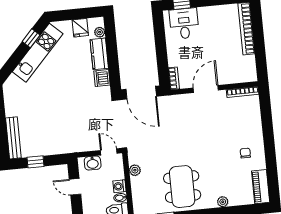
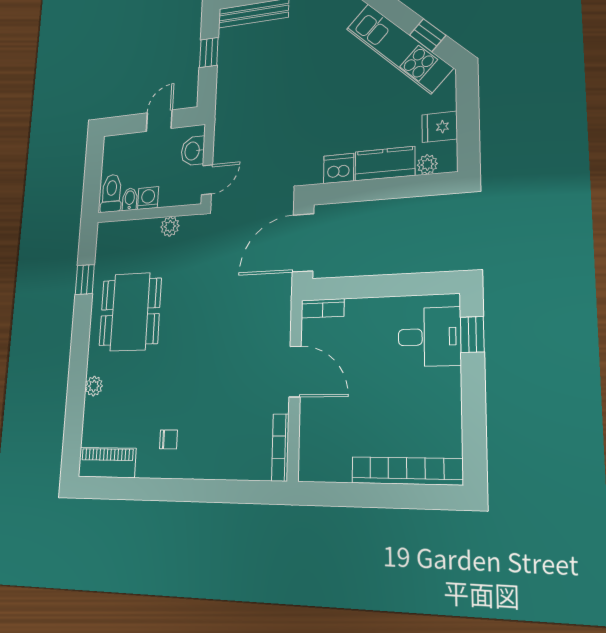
dining table: (182, 187) -> (130, 312), turned 90

